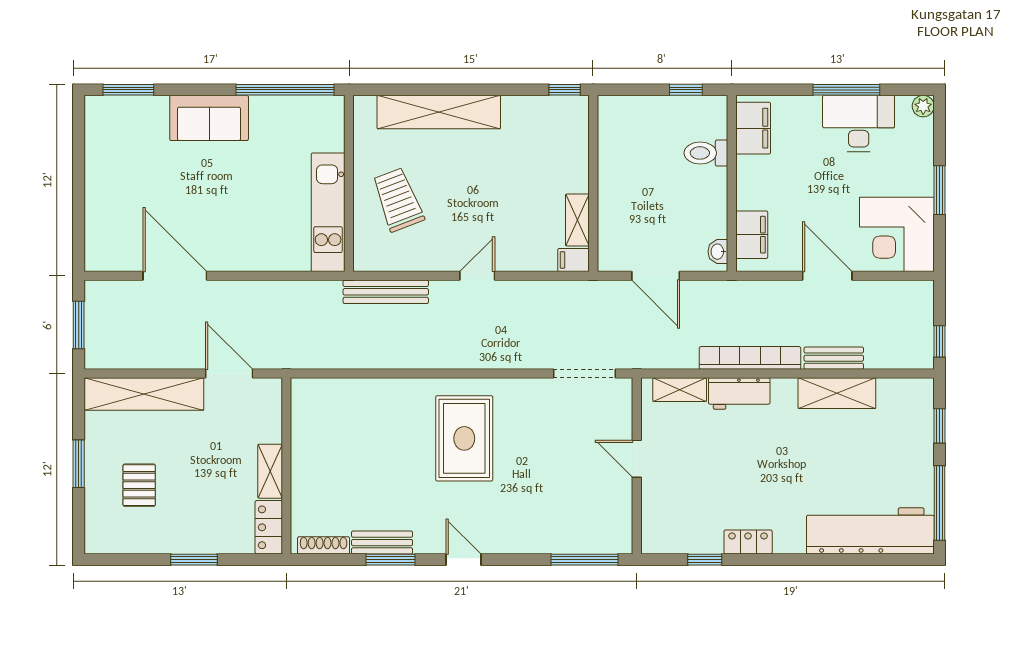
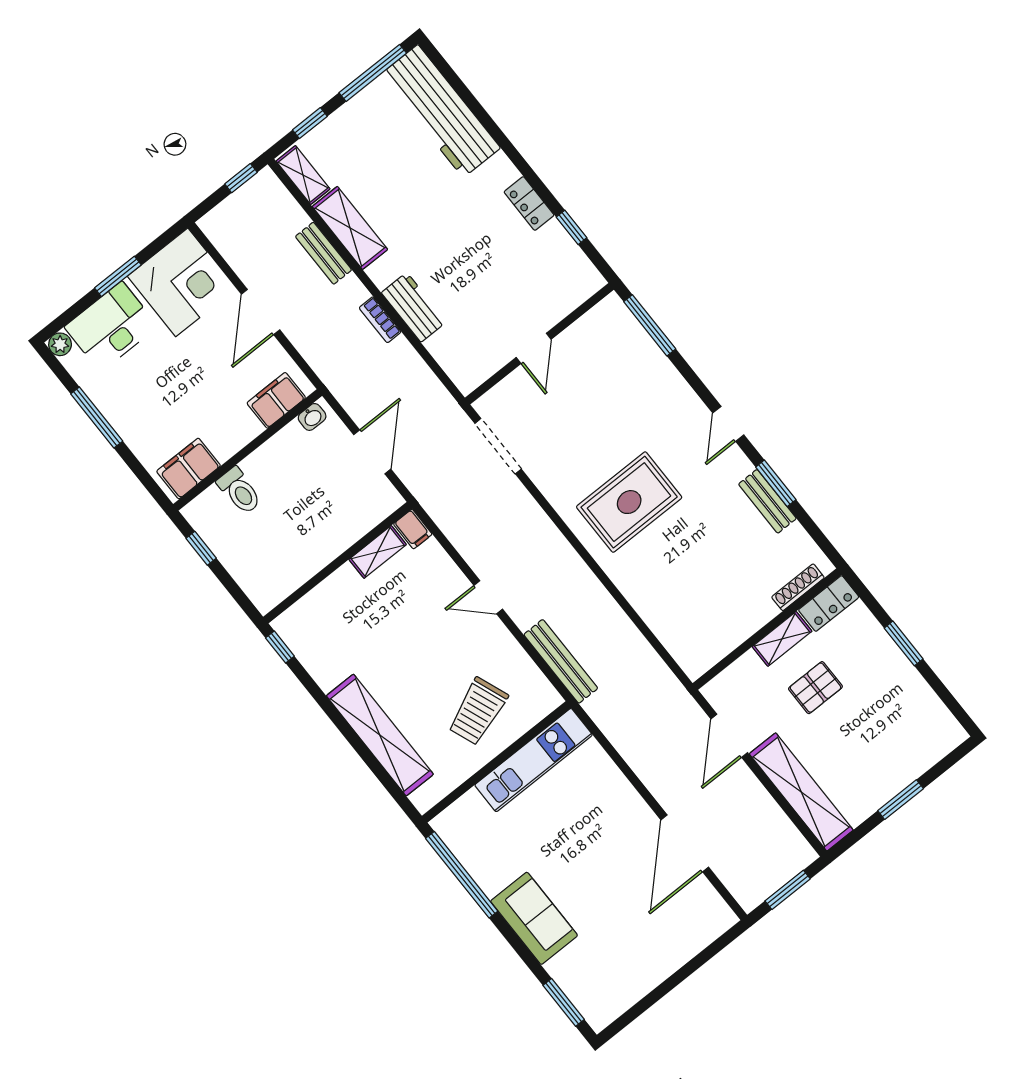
desk: (859, 123) -> (111, 327), moved, turned 90
bookcase: (750, 358) -> (380, 320), width x0.43, depth x0.76
shelving: (680, 390) -> (303, 175), moved
pallet: (139, 485) -> (815, 688), moved
shoe rack: (324, 545) -> (798, 587), moved, turned 90

